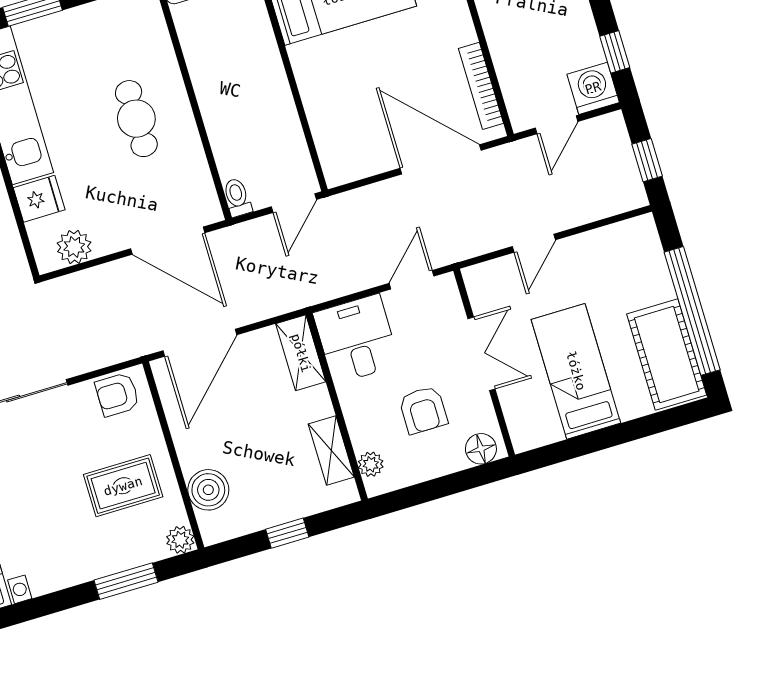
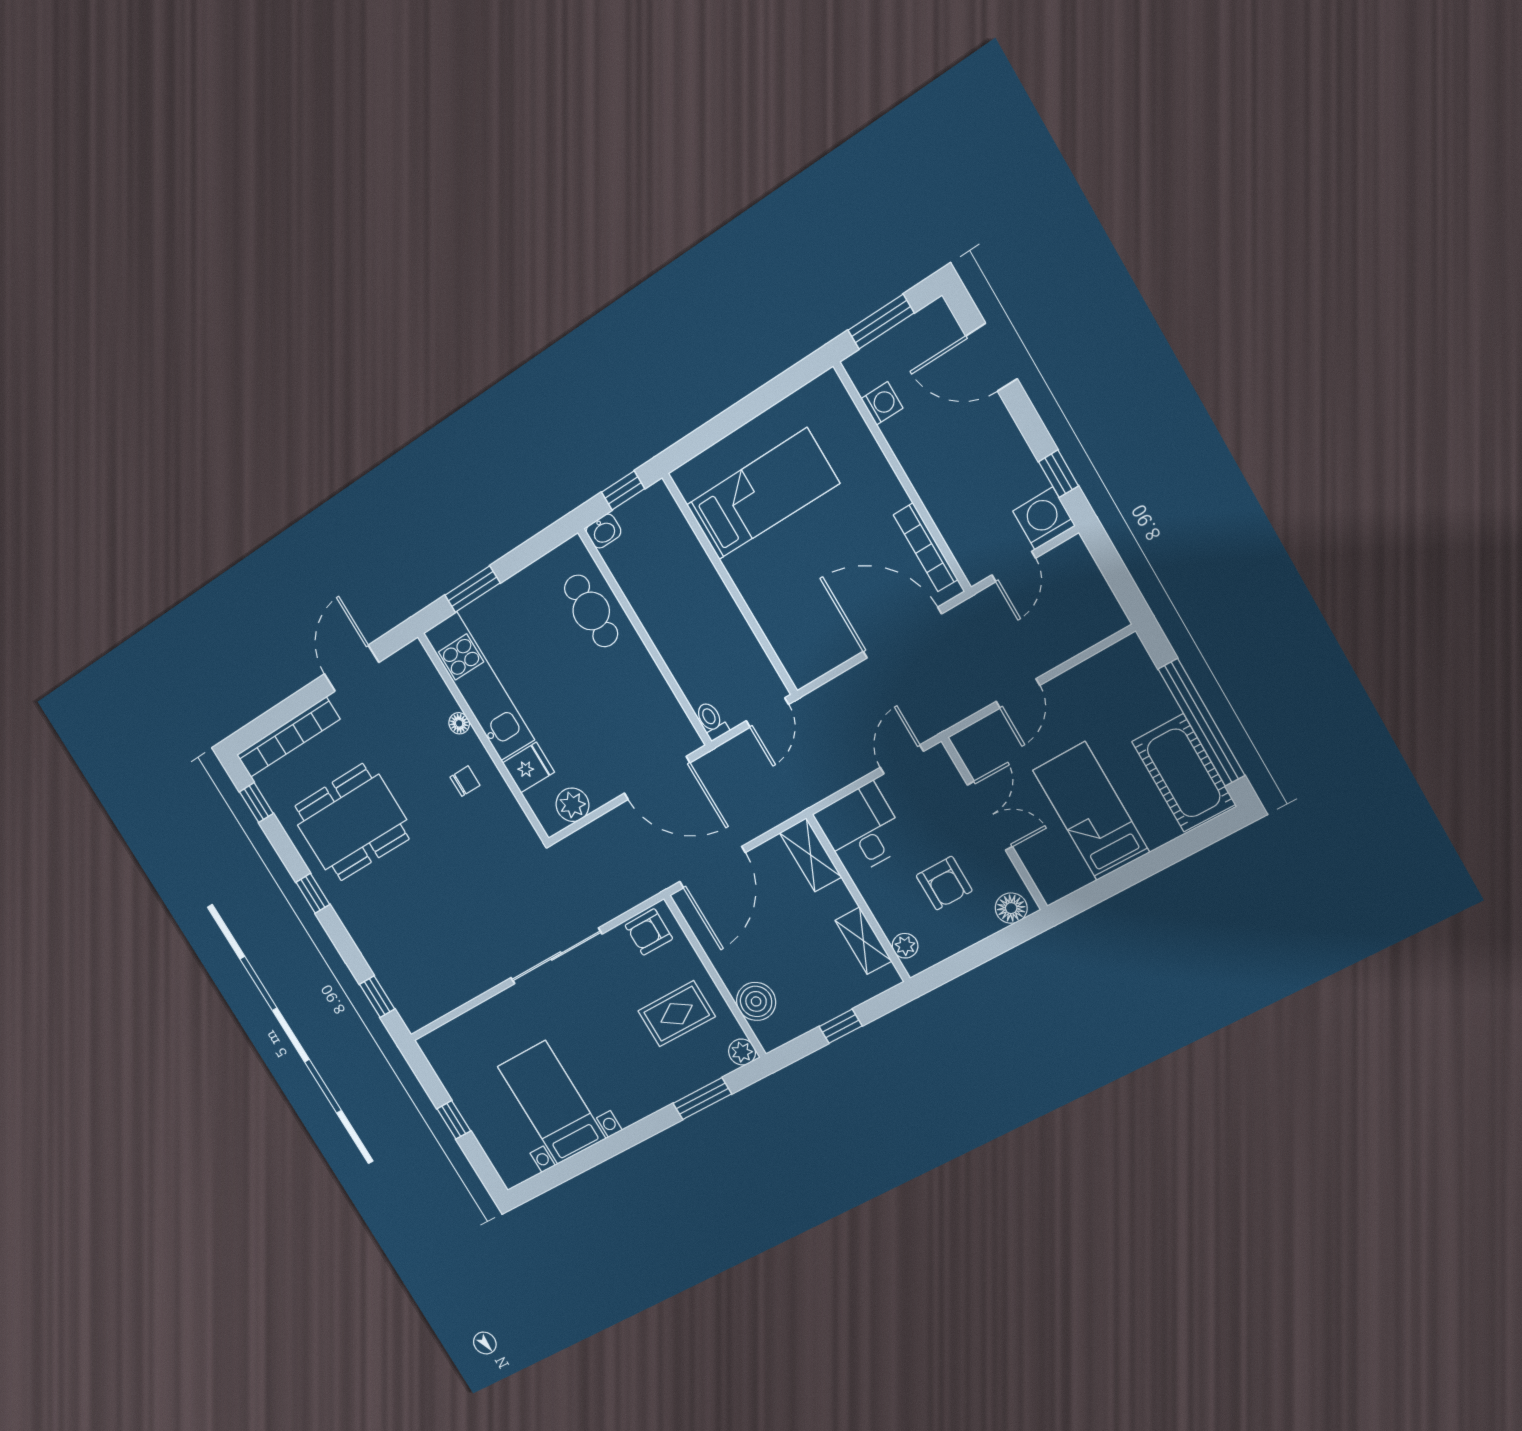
cafe table: (136, 119) -> (591, 611), moved
window: (647, 160) -> (1119, 578), removed

